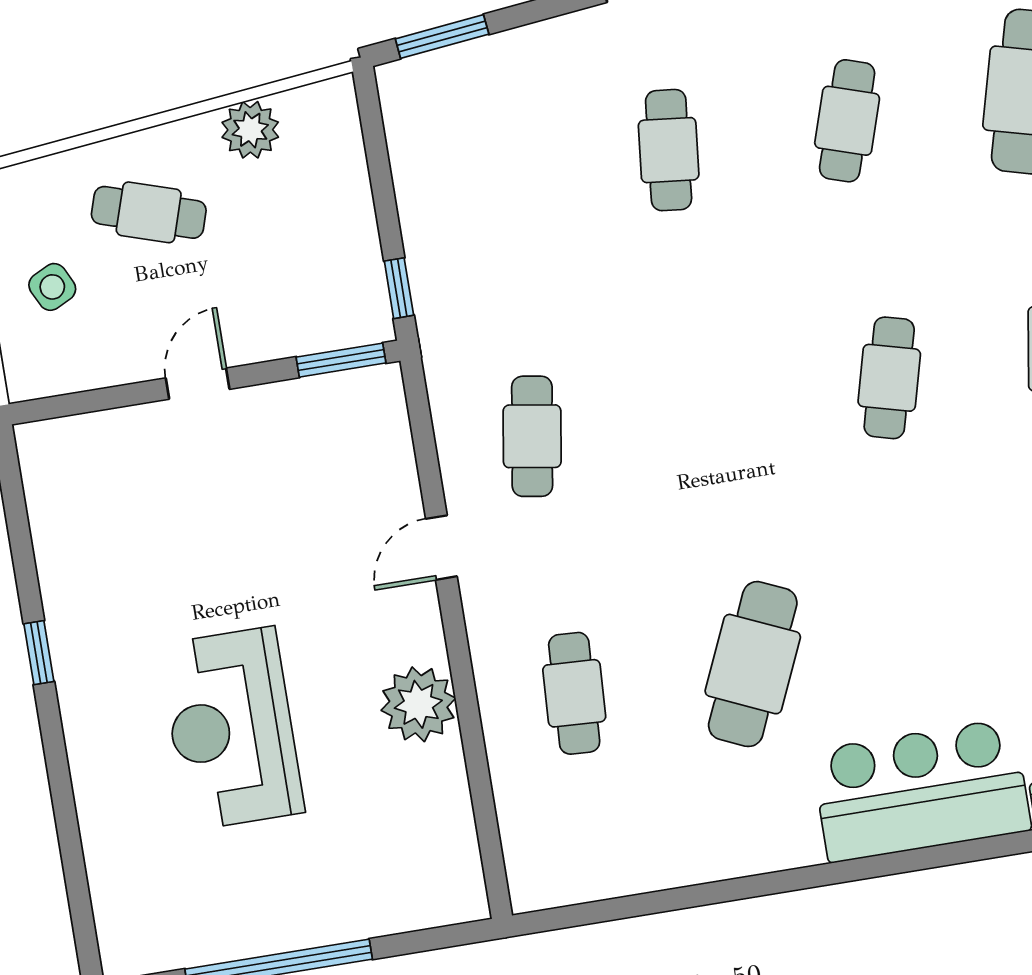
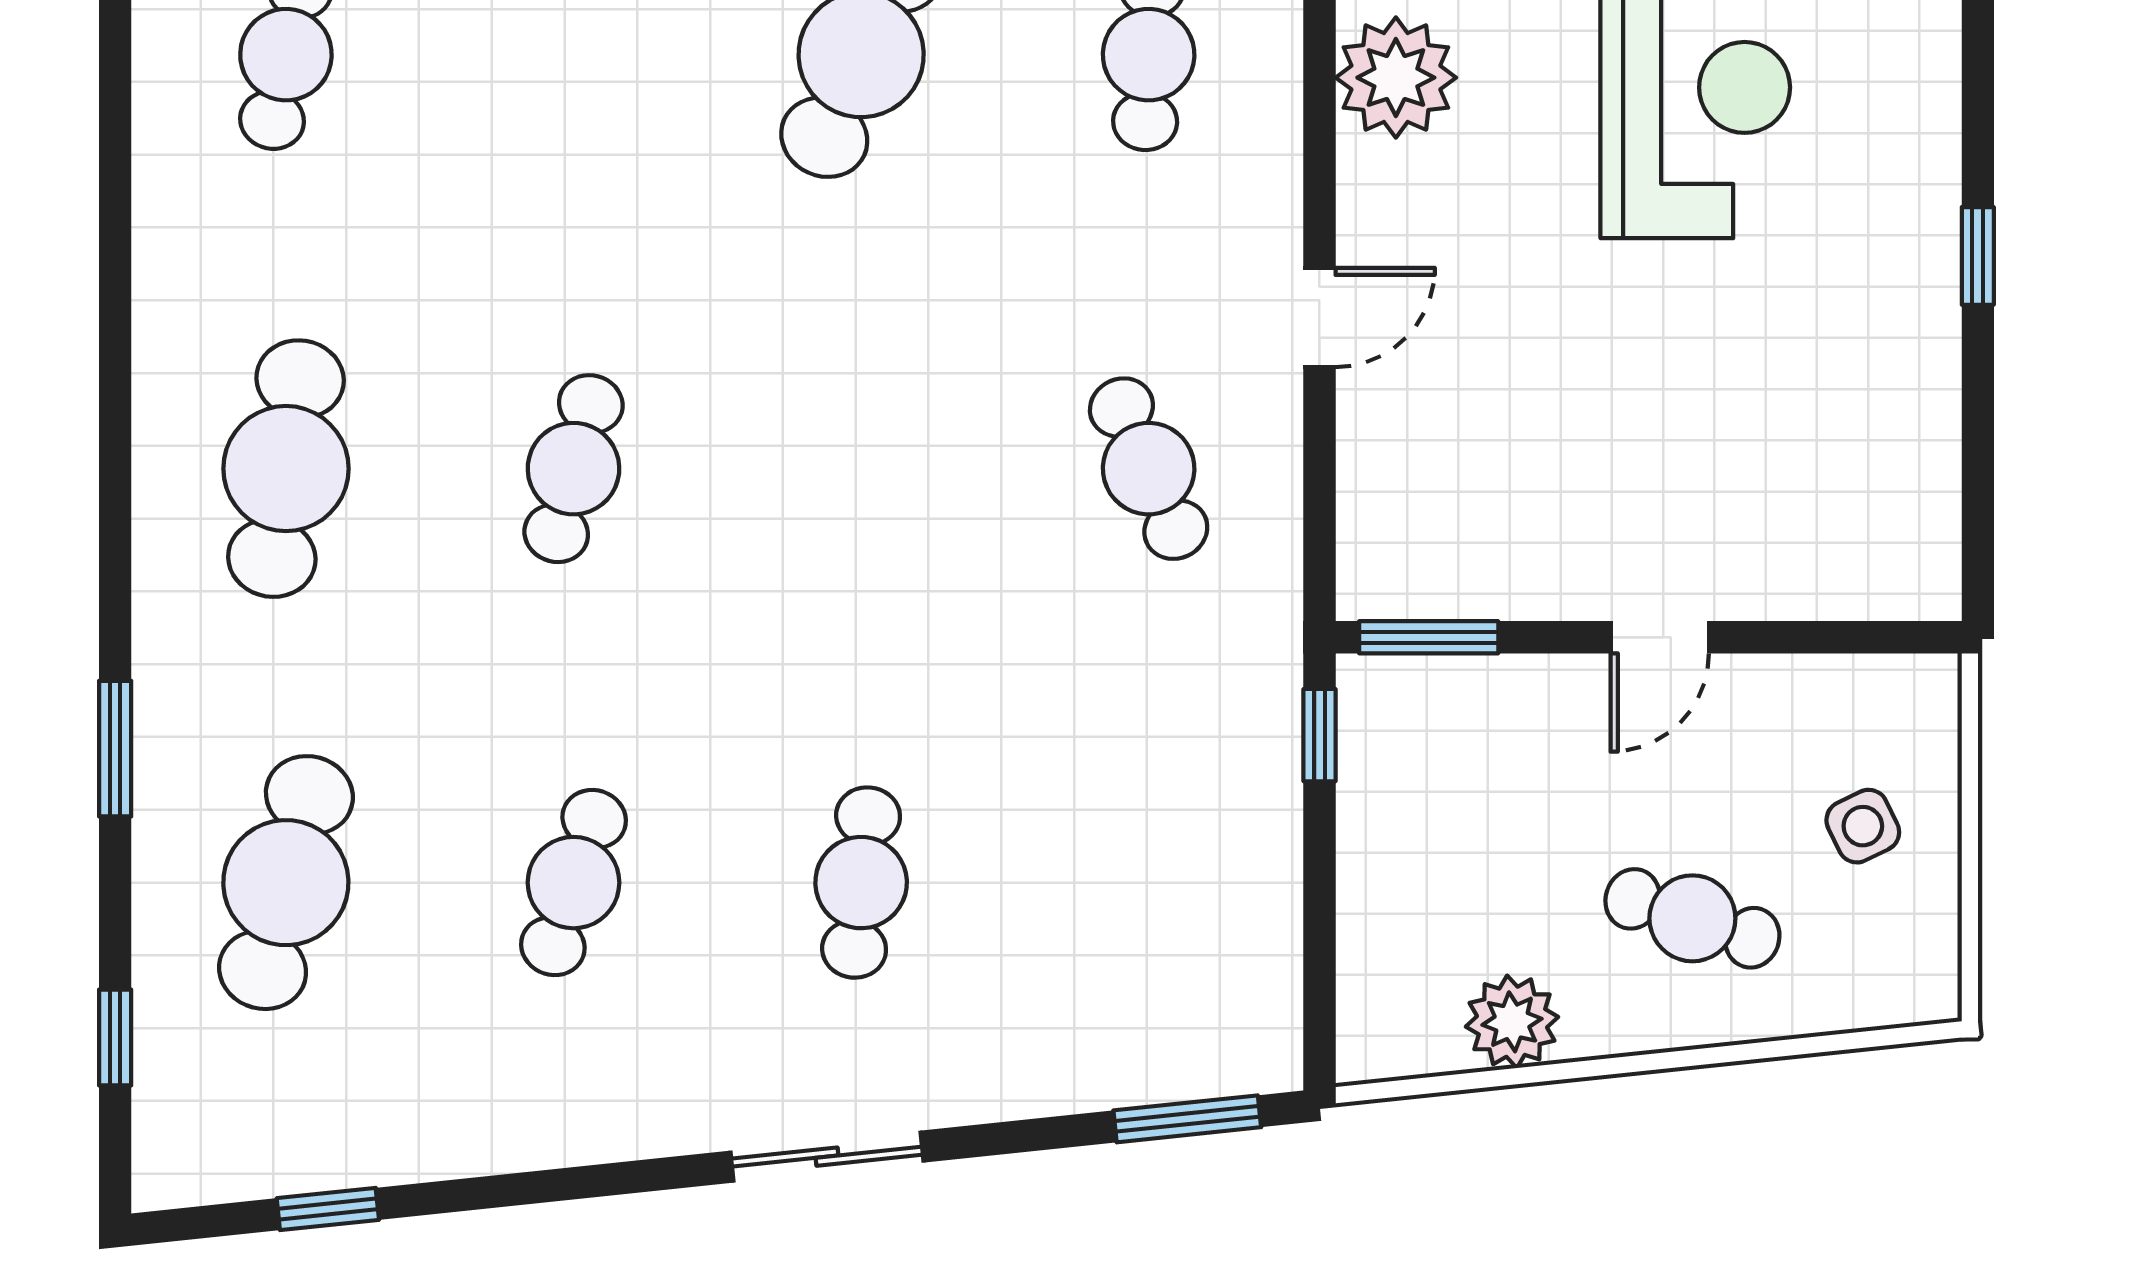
cafe table: (532, 436) -> (1149, 469), turned -33

